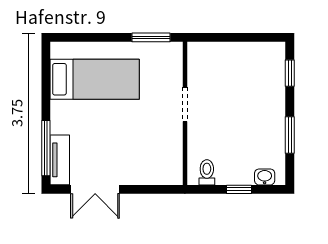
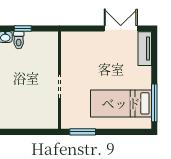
window: (46, 148) -> (154, 103), moved
toilet: (207, 172) -> (19, 40), moved

